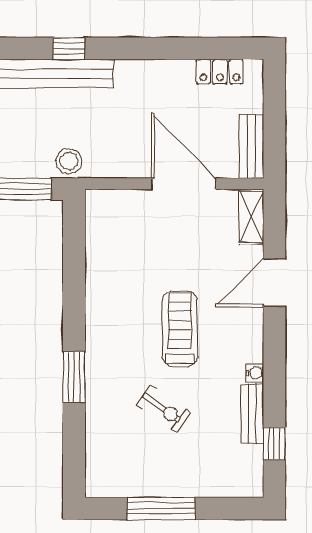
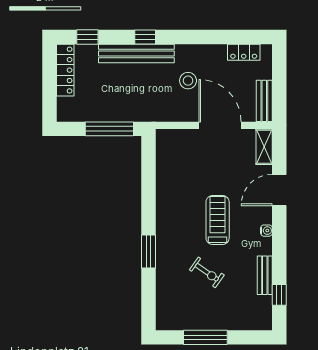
stool: (69, 161) -> (188, 81), moved
water cooler: (255, 373) -> (266, 231), moved

